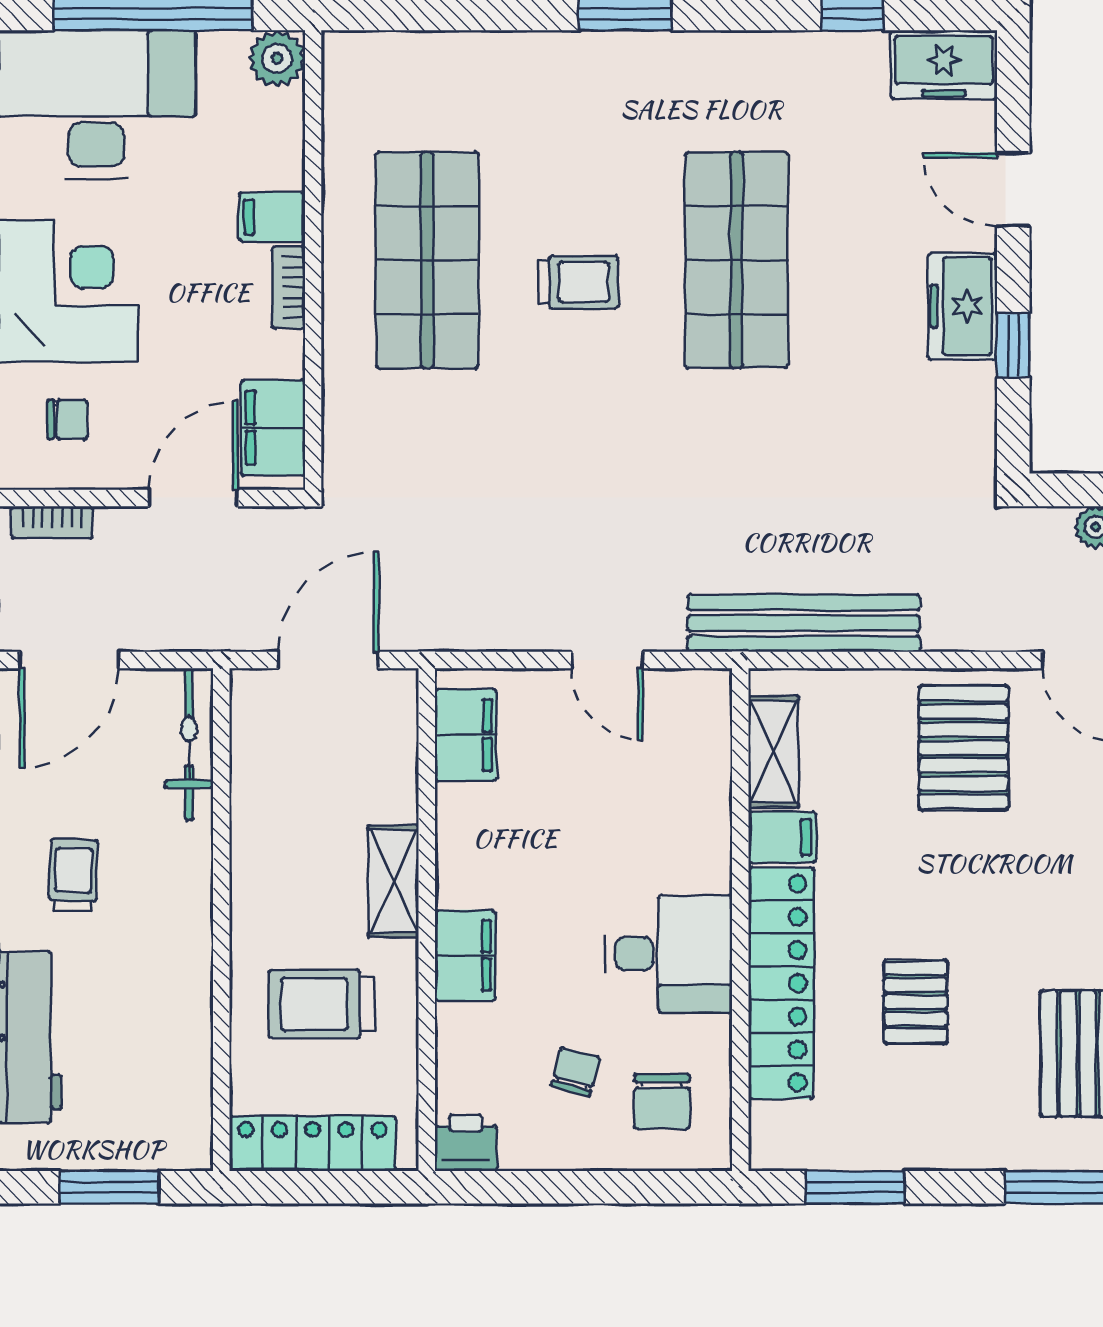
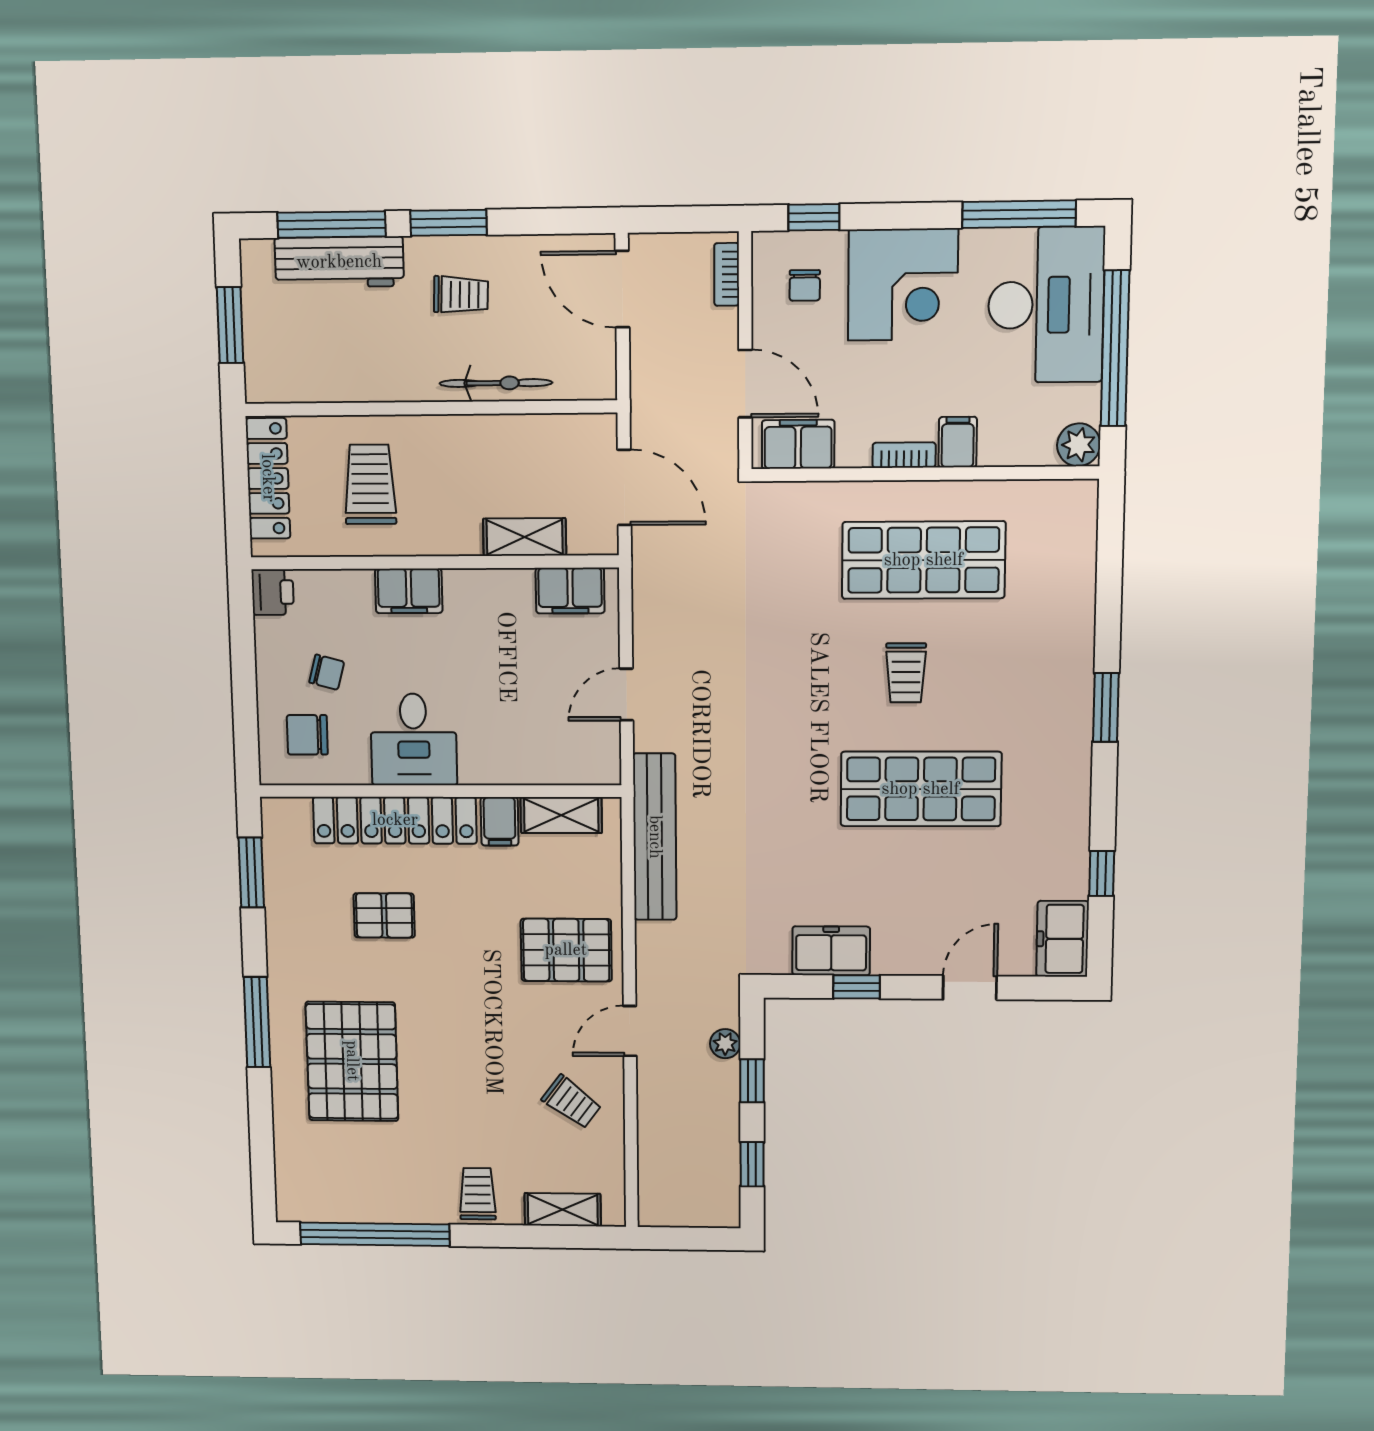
freezer: (962, 306) -> (831, 951), moved
bicycle: (189, 744) -> (496, 383), moved
shelving: (393, 881) -> (525, 537), moved

